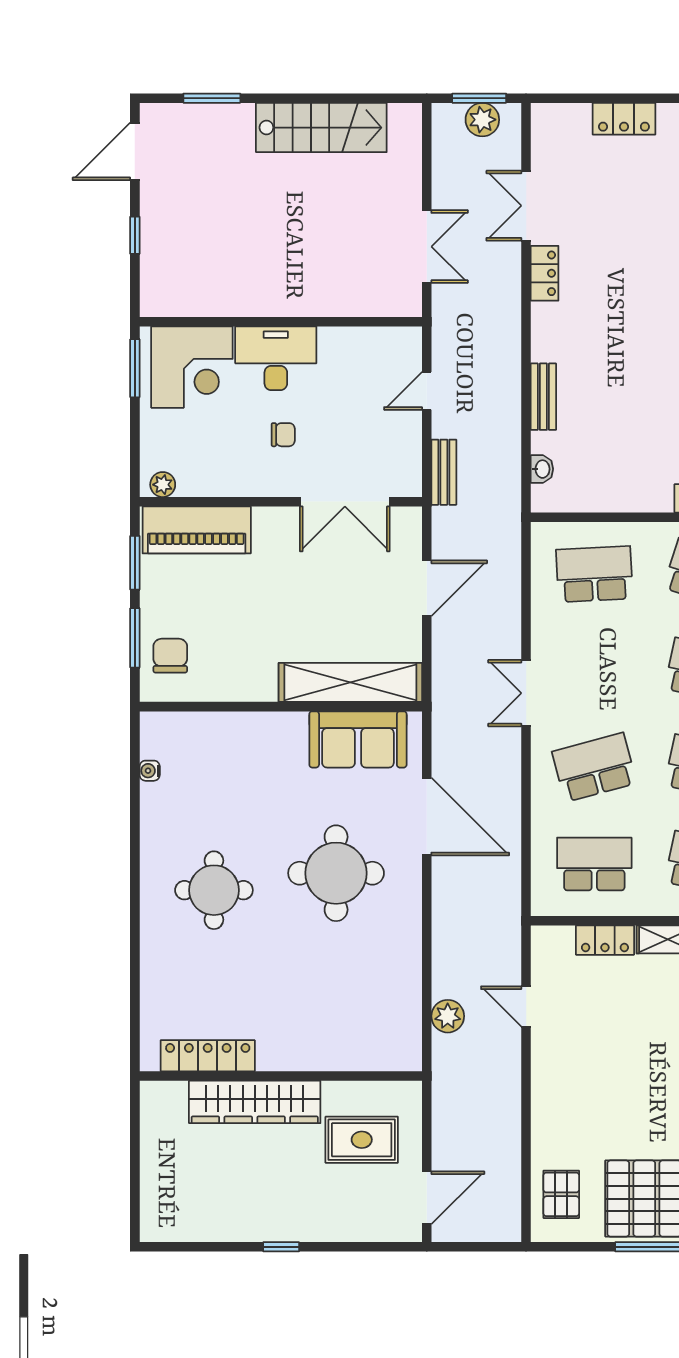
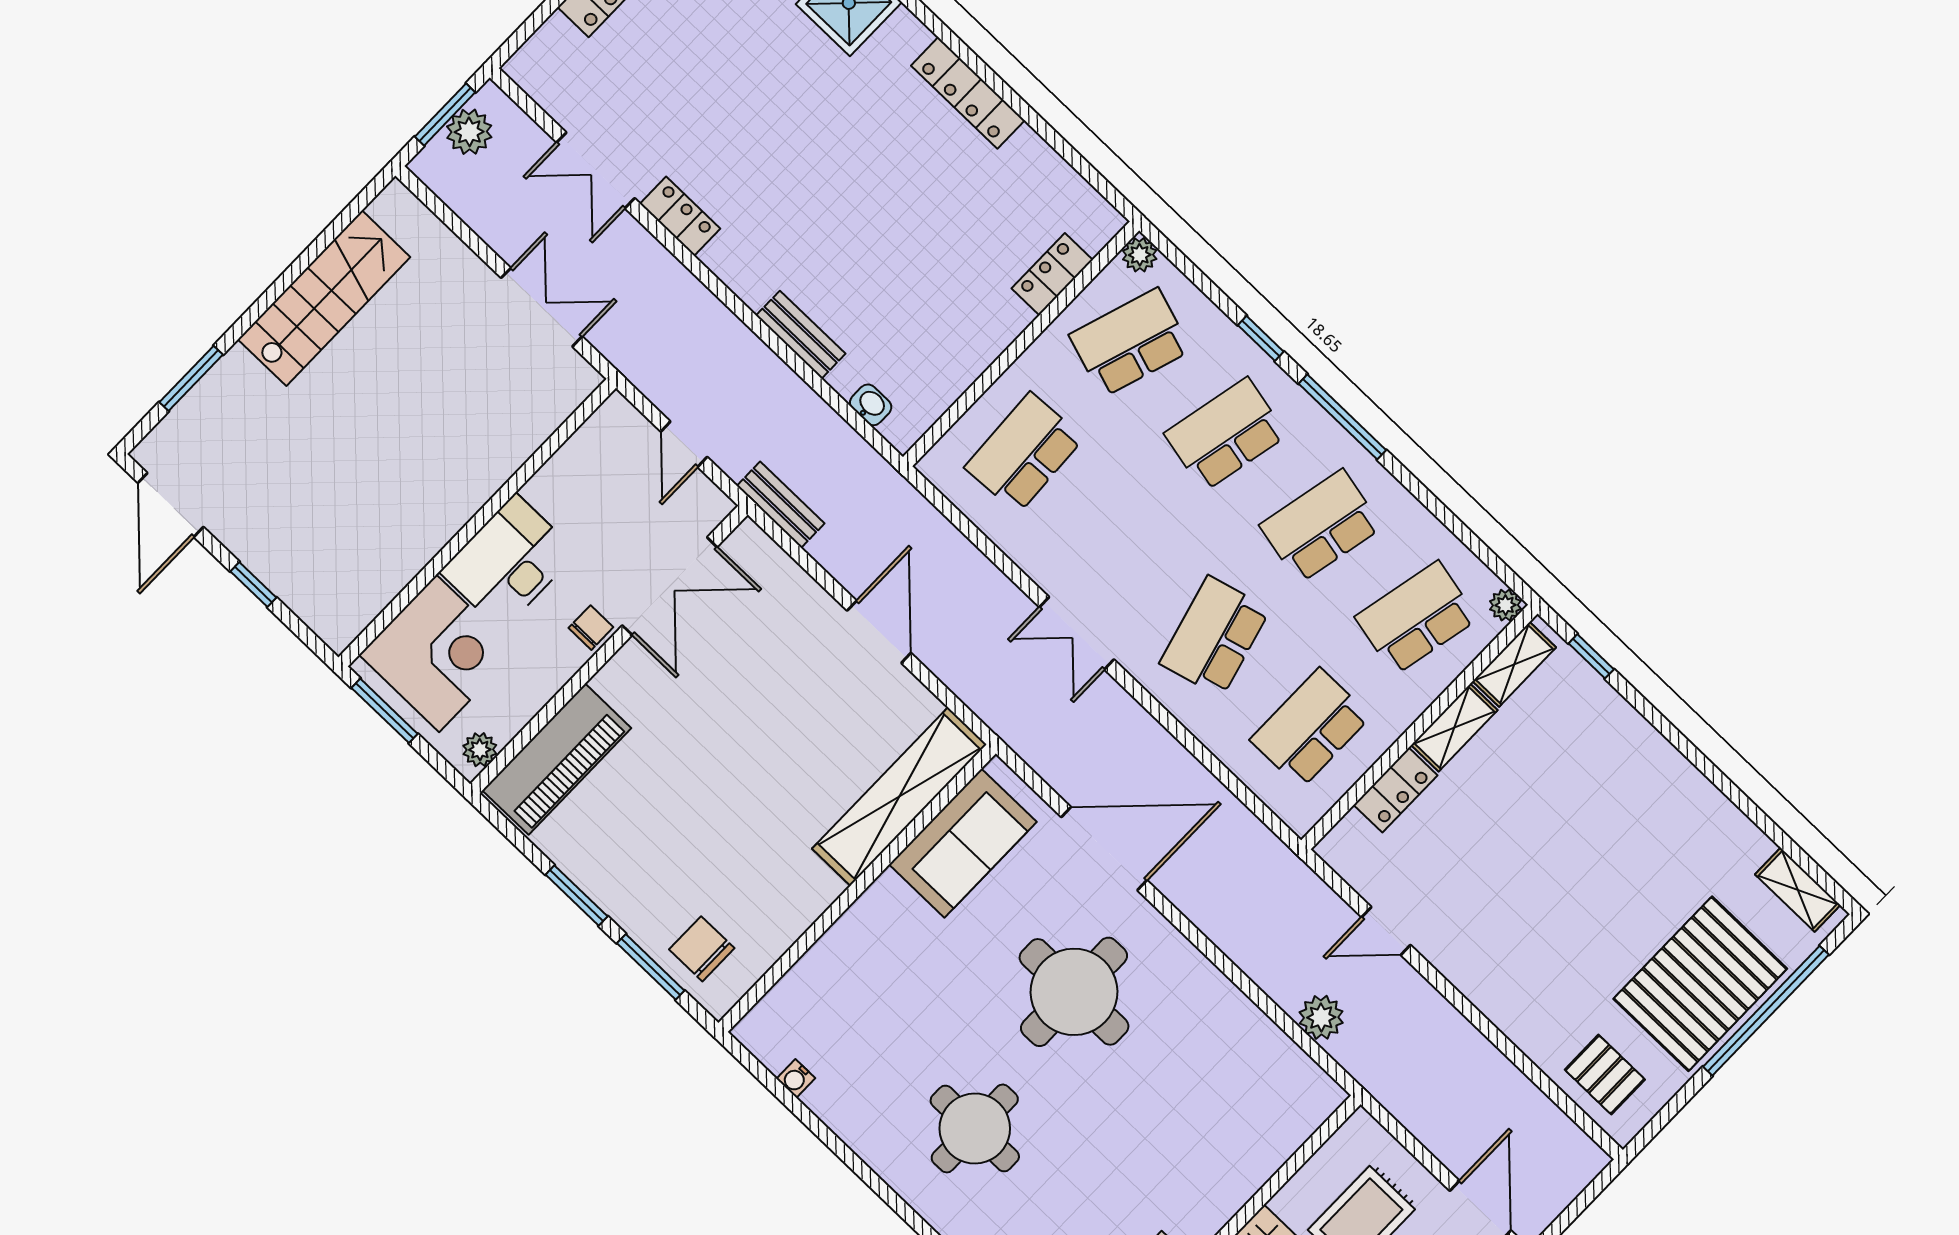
plant: (163, 485) -> (480, 750), moved
wall: (281, 502) -> (609, 649), moved
double door: (345, 502) -> (670, 586), moved
piano: (197, 530) -> (557, 759), moved

